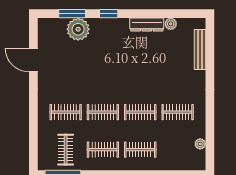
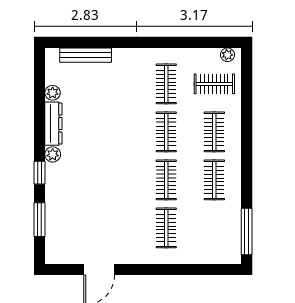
plant: (78, 29) -> (53, 154), moved, width x0.53, depth x0.53
plant: (200, 144) -> (227, 55), moved
clothes rail: (66, 150) -> (214, 84), moved

